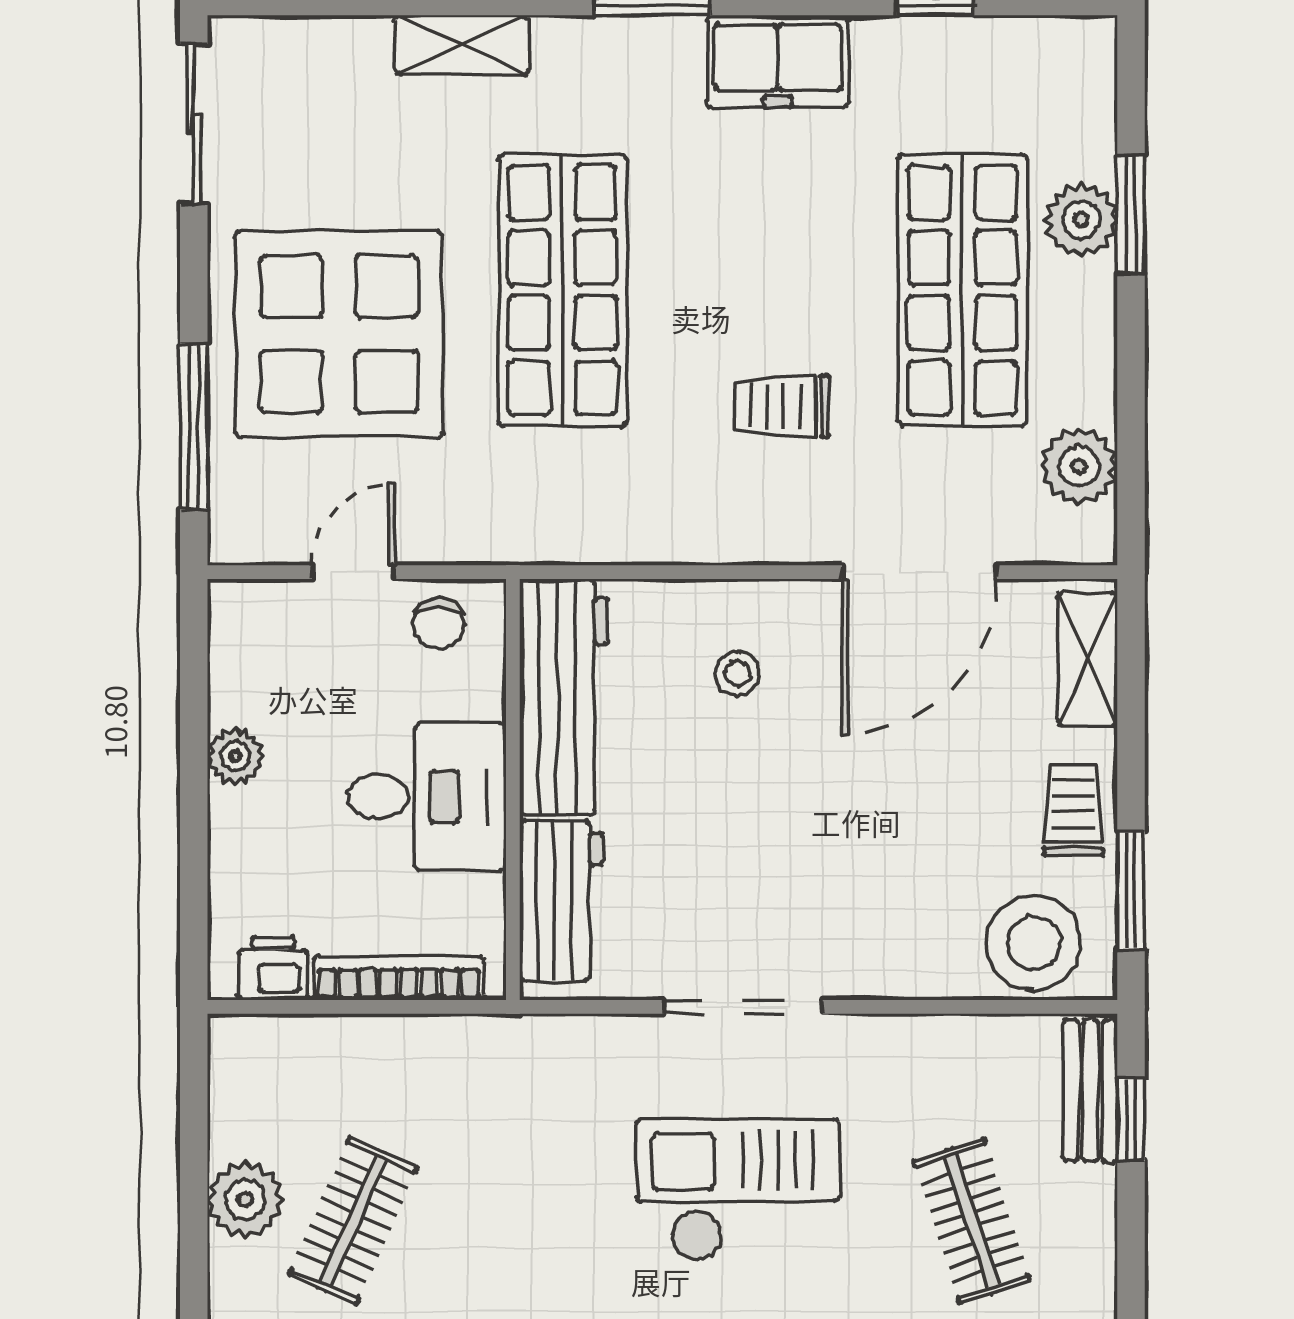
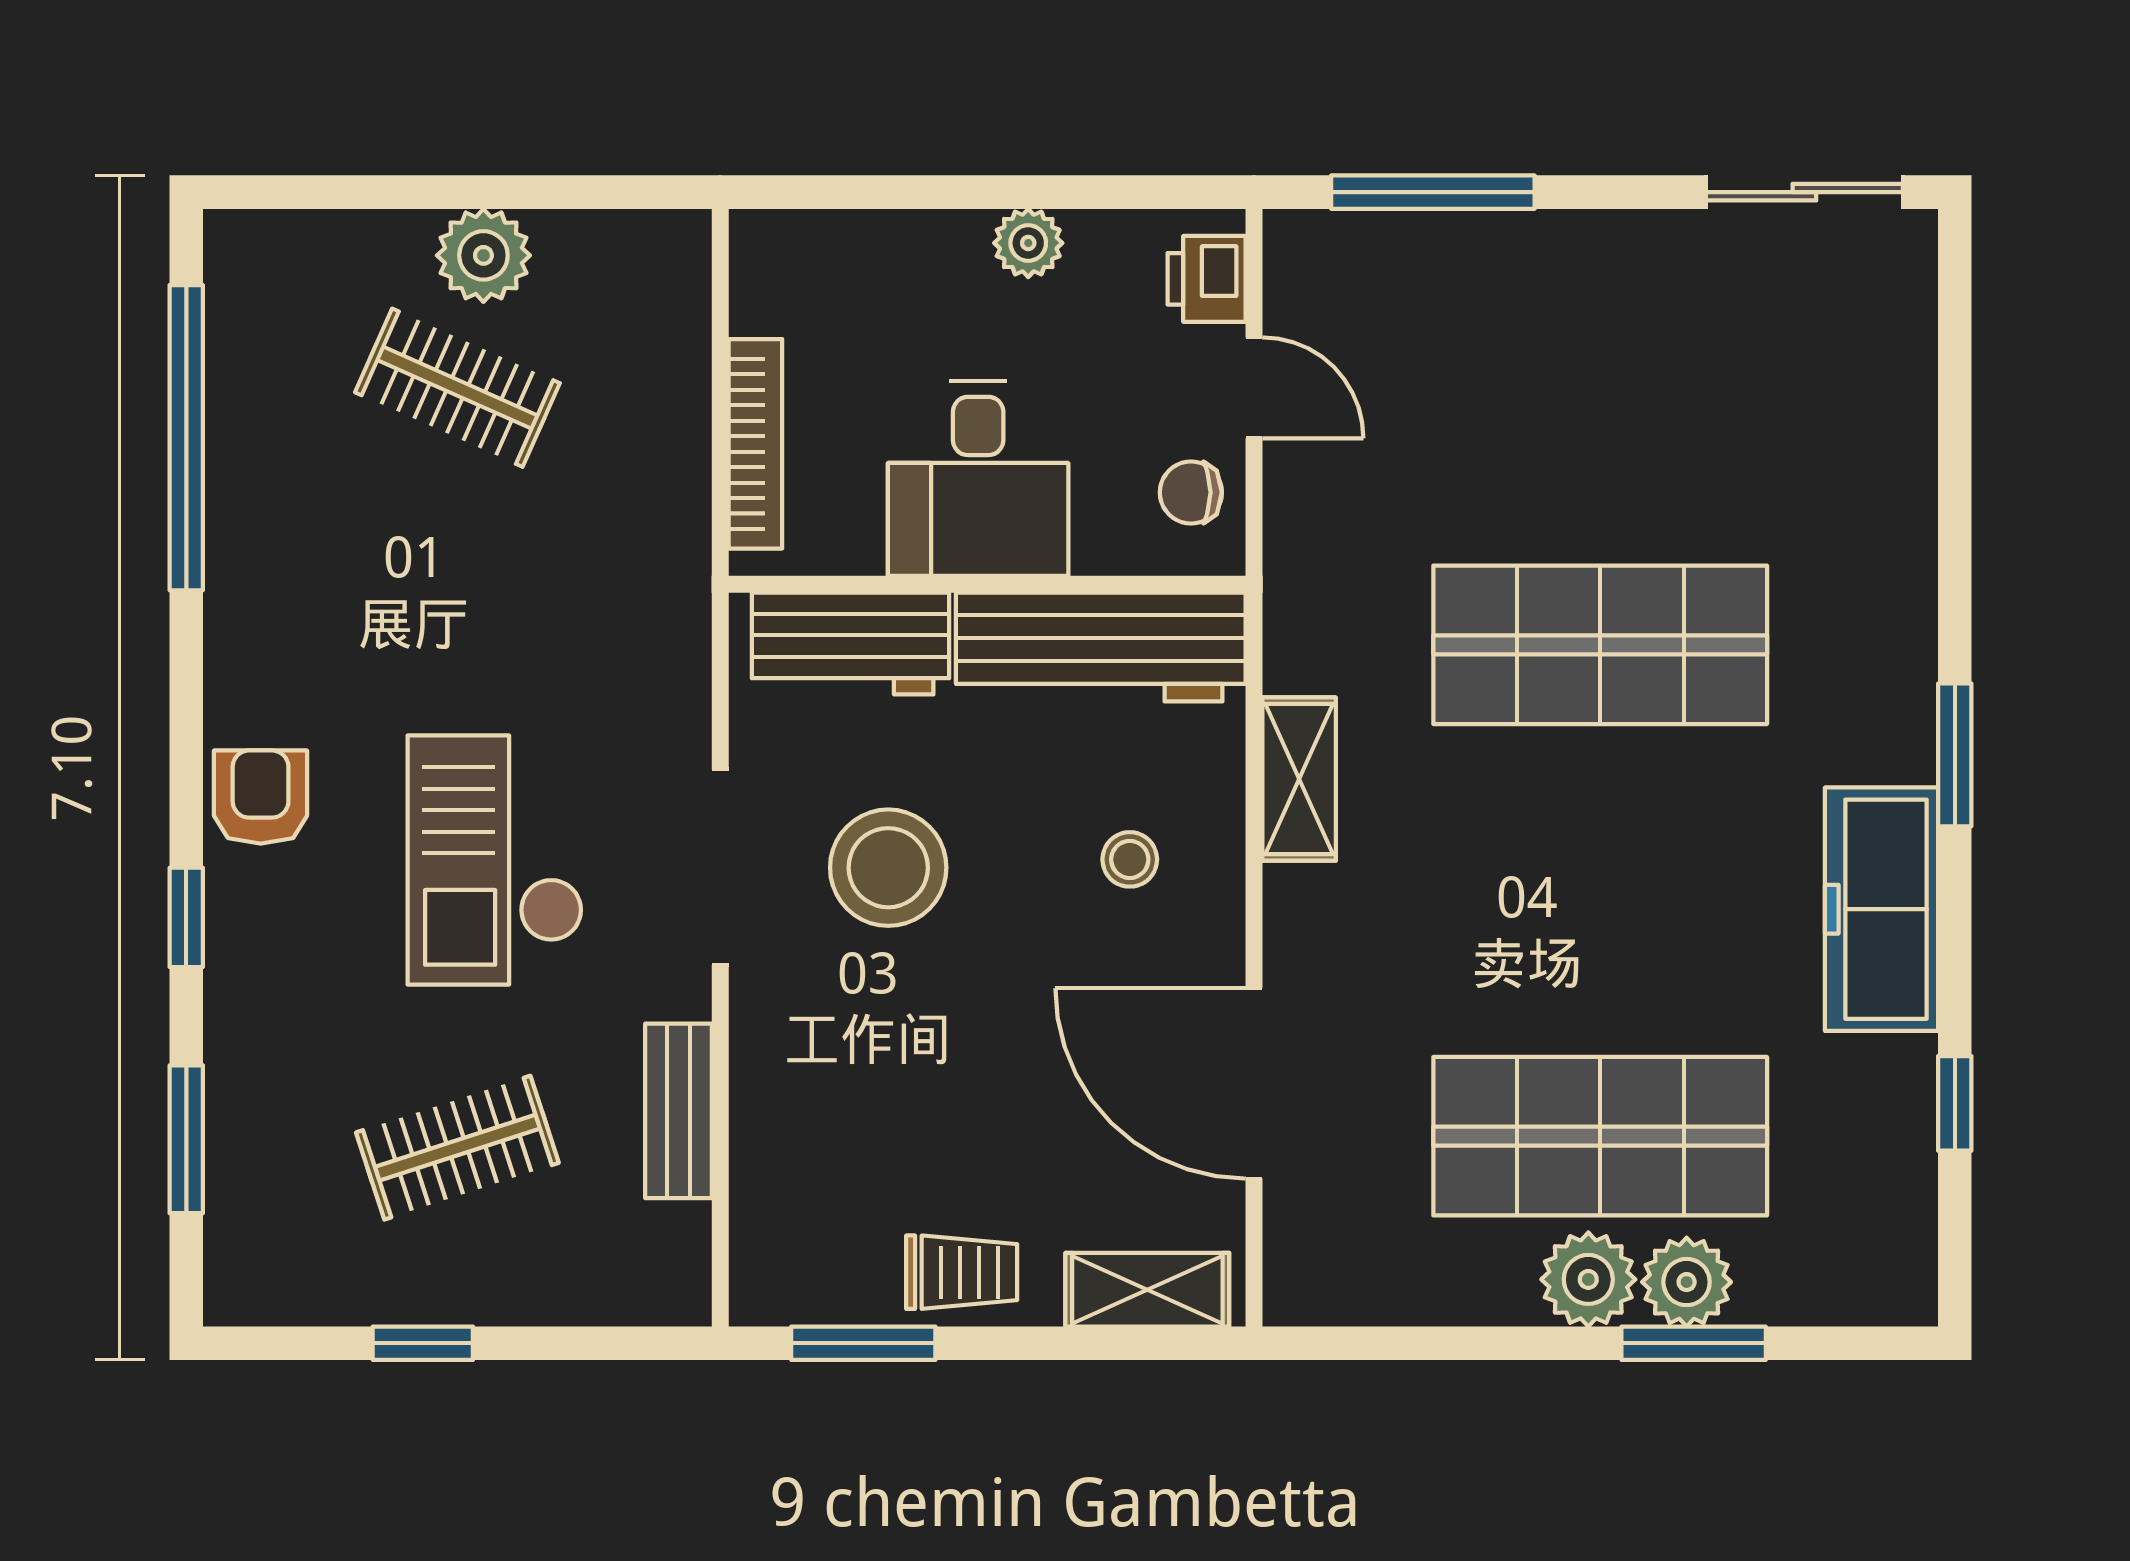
shelving: (462, 45) -> (1299, 779), moved
freezer: (778, 61) -> (1881, 909), width x1.40
display table: (339, 334) -> (1547, 371), removed
trolley: (781, 406) -> (1458, 914), removed
plant: (1079, 466) -> (1588, 1279), moved
stool: (1034, 943) -> (888, 868), moved
printer: (273, 968) -> (1207, 279), moved, turned 180
bench: (1090, 1091) -> (678, 1111), moved, turned 90
window: (1131, 1120) -> (423, 1343), moved
checkout: (738, 1190) -> (495, 860), turned 180

